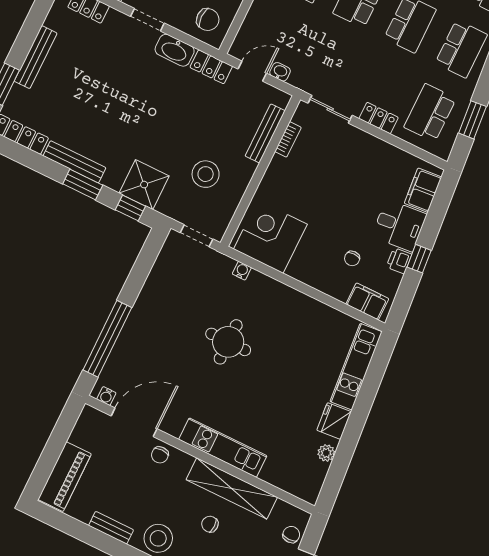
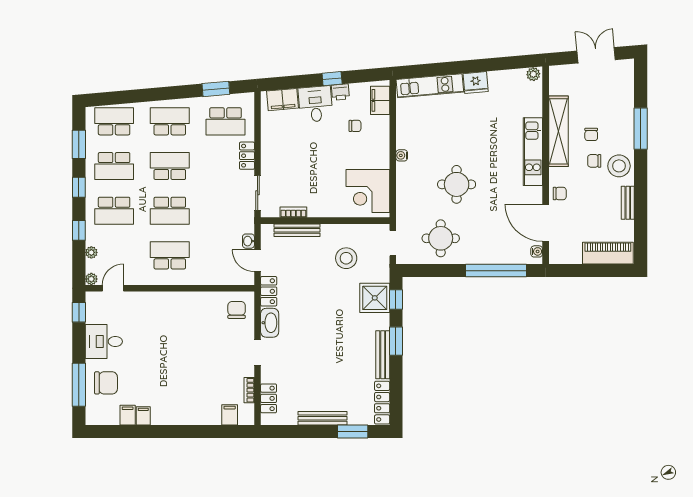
water cooler: (242, 271) -> (402, 155), moved
round table: (175, 293) -> (441, 238), added
plant: (326, 453) -> (533, 74), moved
chair: (291, 535) -> (594, 161), moved

